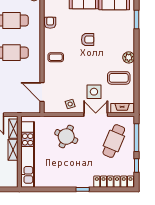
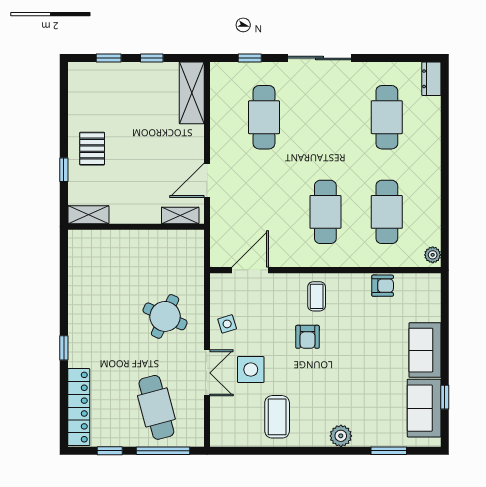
armchair: (88, 40) -> (308, 337), moved
plant: (129, 57) -> (341, 436), moved
fireplace: (122, 108) -> (219, 423), removed
cafe table: (114, 141) -> (156, 407), turned 52
shelving: (13, 150) -> (89, 215), moved
kitchen unit: (28, 155) -> (131, 243), removed

